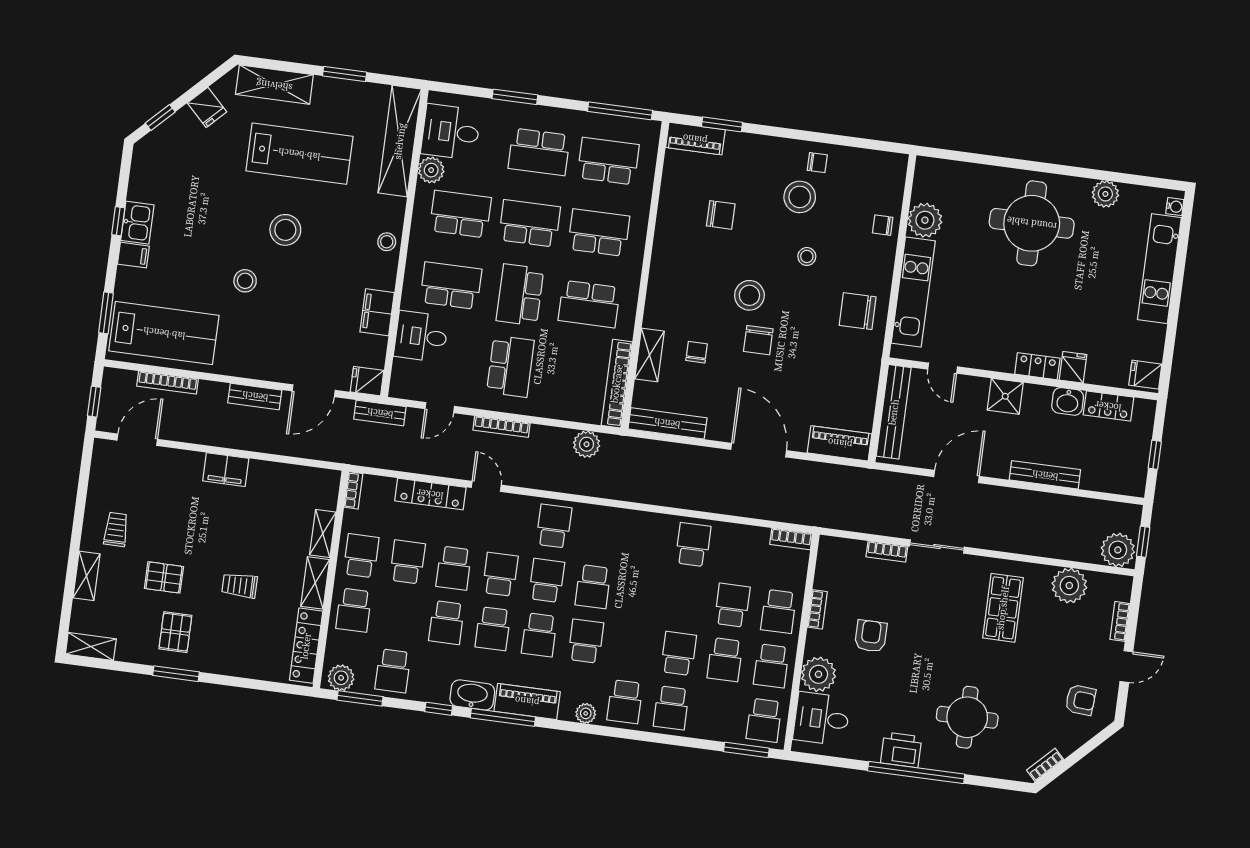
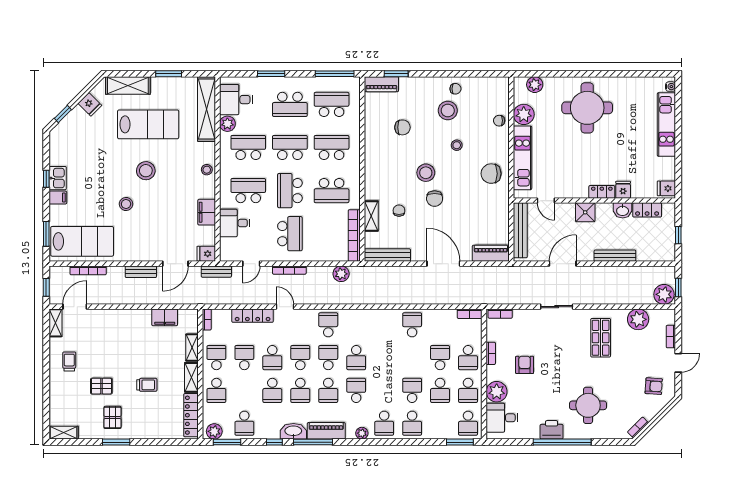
plant: (1105, 194) -> (535, 85), moved
filing cabinet: (226, 470) -> (165, 317), moved
bookcase: (887, 552) -> (500, 314), moved
shelving: (86, 576) -> (55, 323), moved
trolley: (240, 585) -> (147, 385), turned 180

